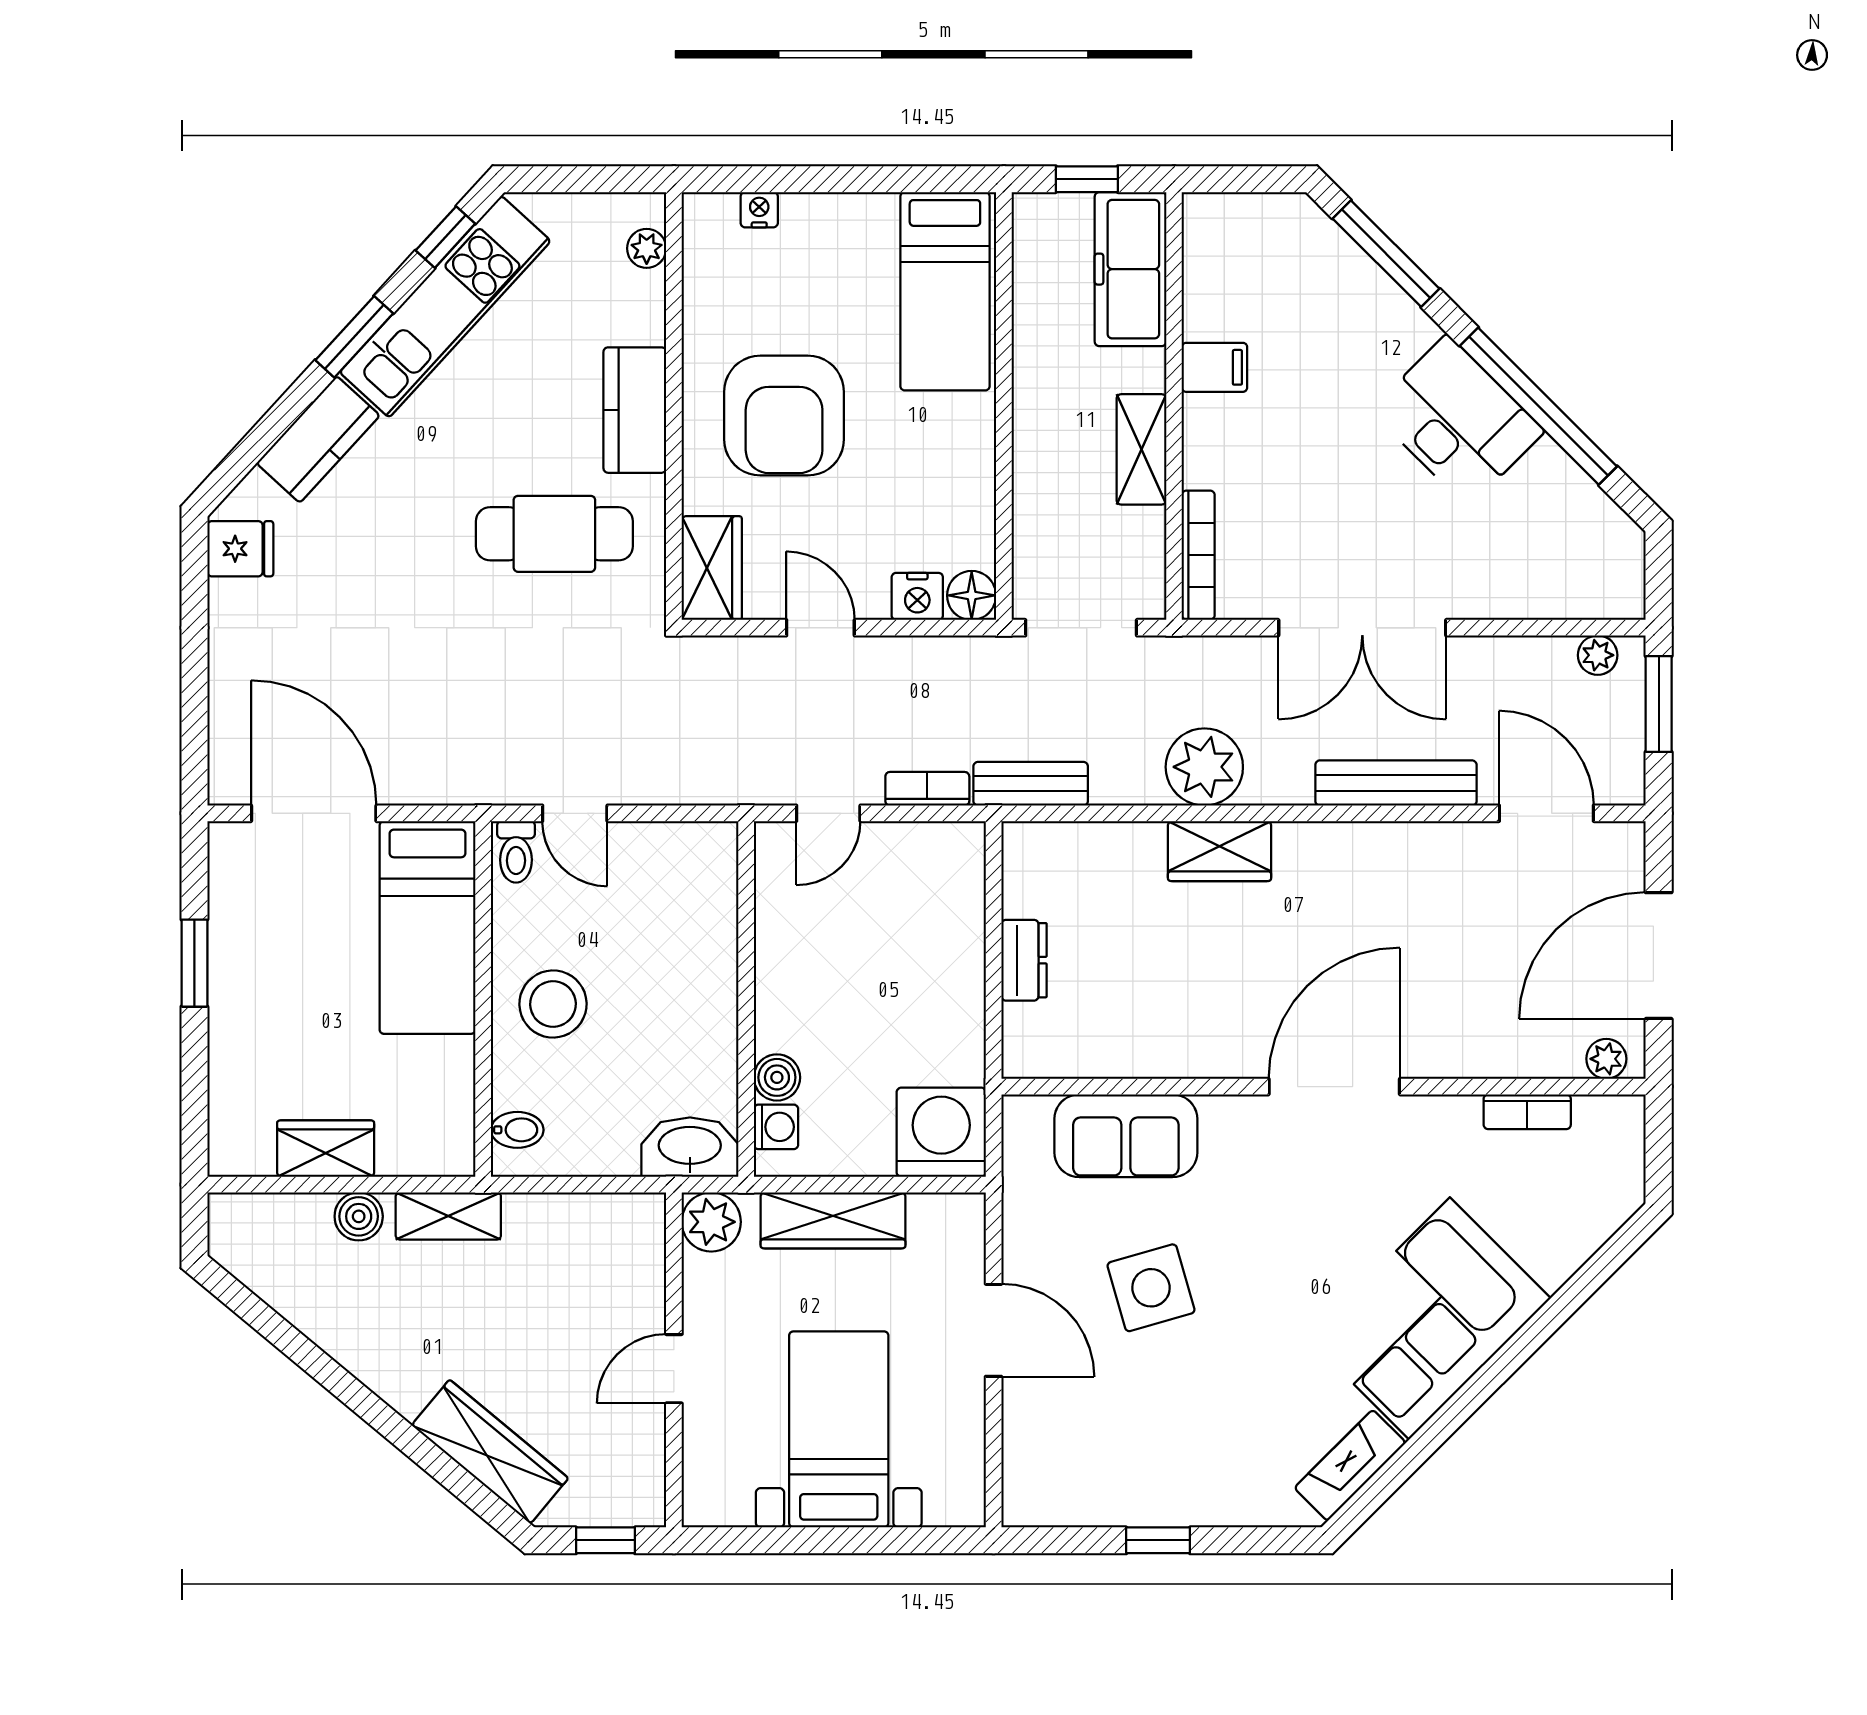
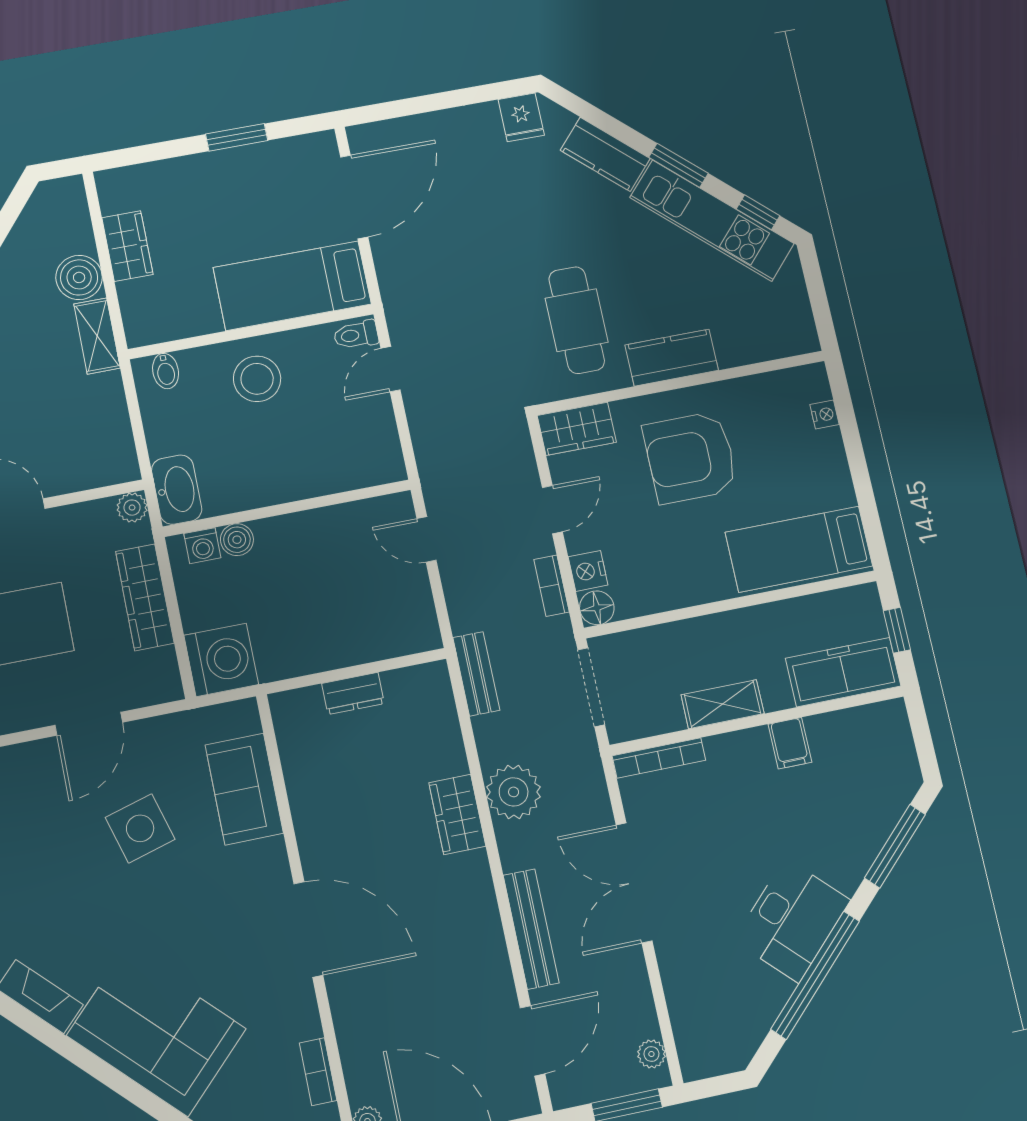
plant: (647, 248) -> (781, 345), removed
bookcase: (927, 789) -> (552, 586), moved, turned 180
boiler: (359, 1216) -> (79, 277), width x1.36, depth x1.36
plant: (711, 1222) -> (132, 508), width x0.73, depth x0.73

